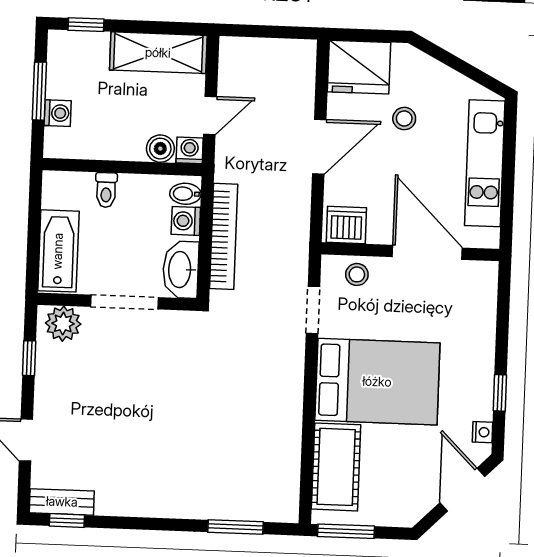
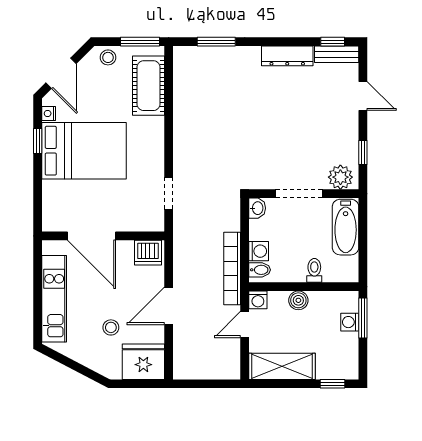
window: (39, 91) -> (363, 318), moved
boiler: (160, 149) -> (298, 300), moved
bookcase: (224, 236) -> (232, 268), moved
washbasin: (181, 270) -> (257, 208), width x0.52, depth x0.69
stool: (357, 274) -> (108, 57), moved
bed: (377, 382) -> (84, 151), moved, turned 180
dresser: (133, 502) -> (287, 56), added

